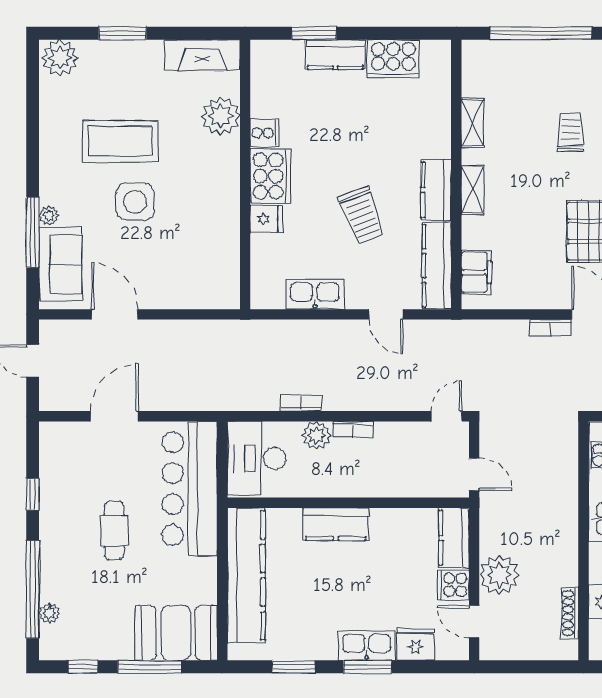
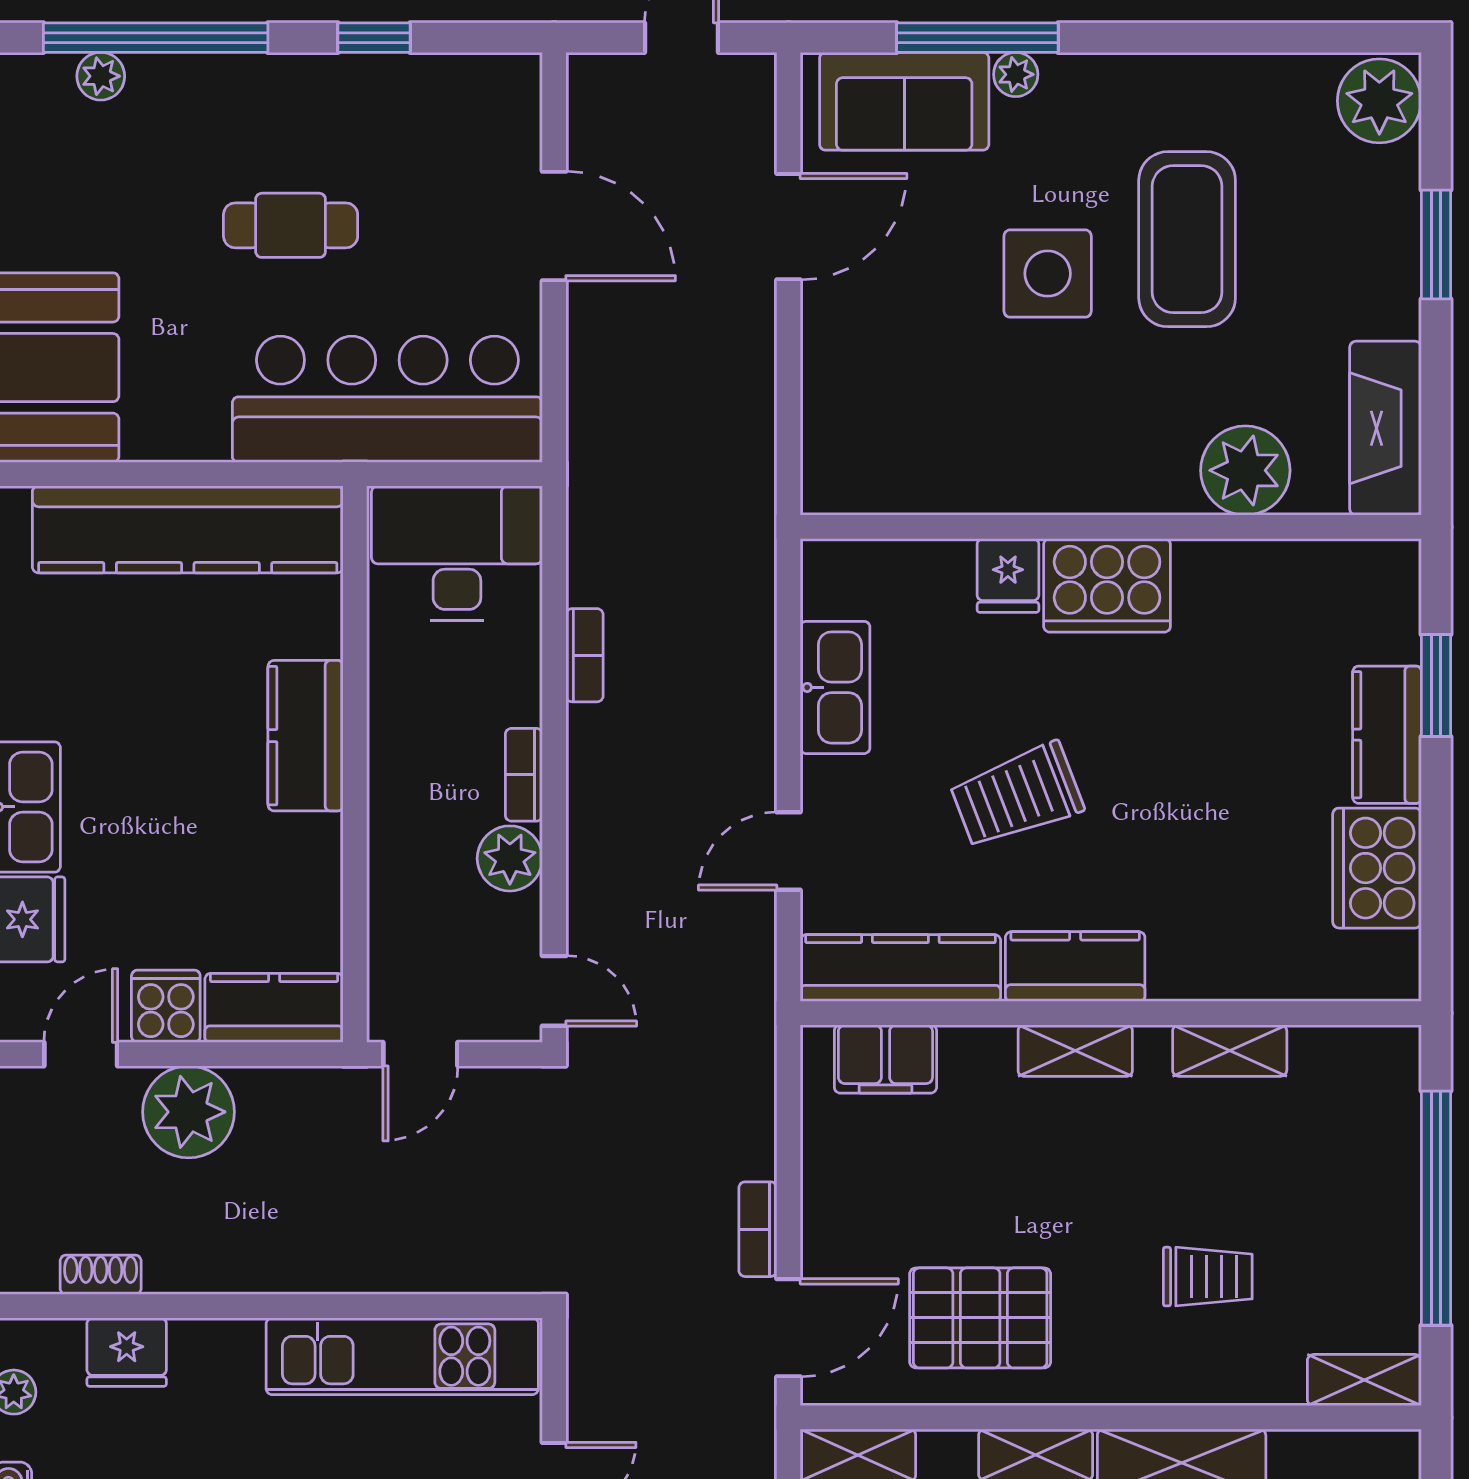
cooker: (265, 133) -> (1207, 572), removed
plant: (316, 435) -> (510, 858), moved
shoe rack: (570, 613) -> (101, 1275), width x0.70

